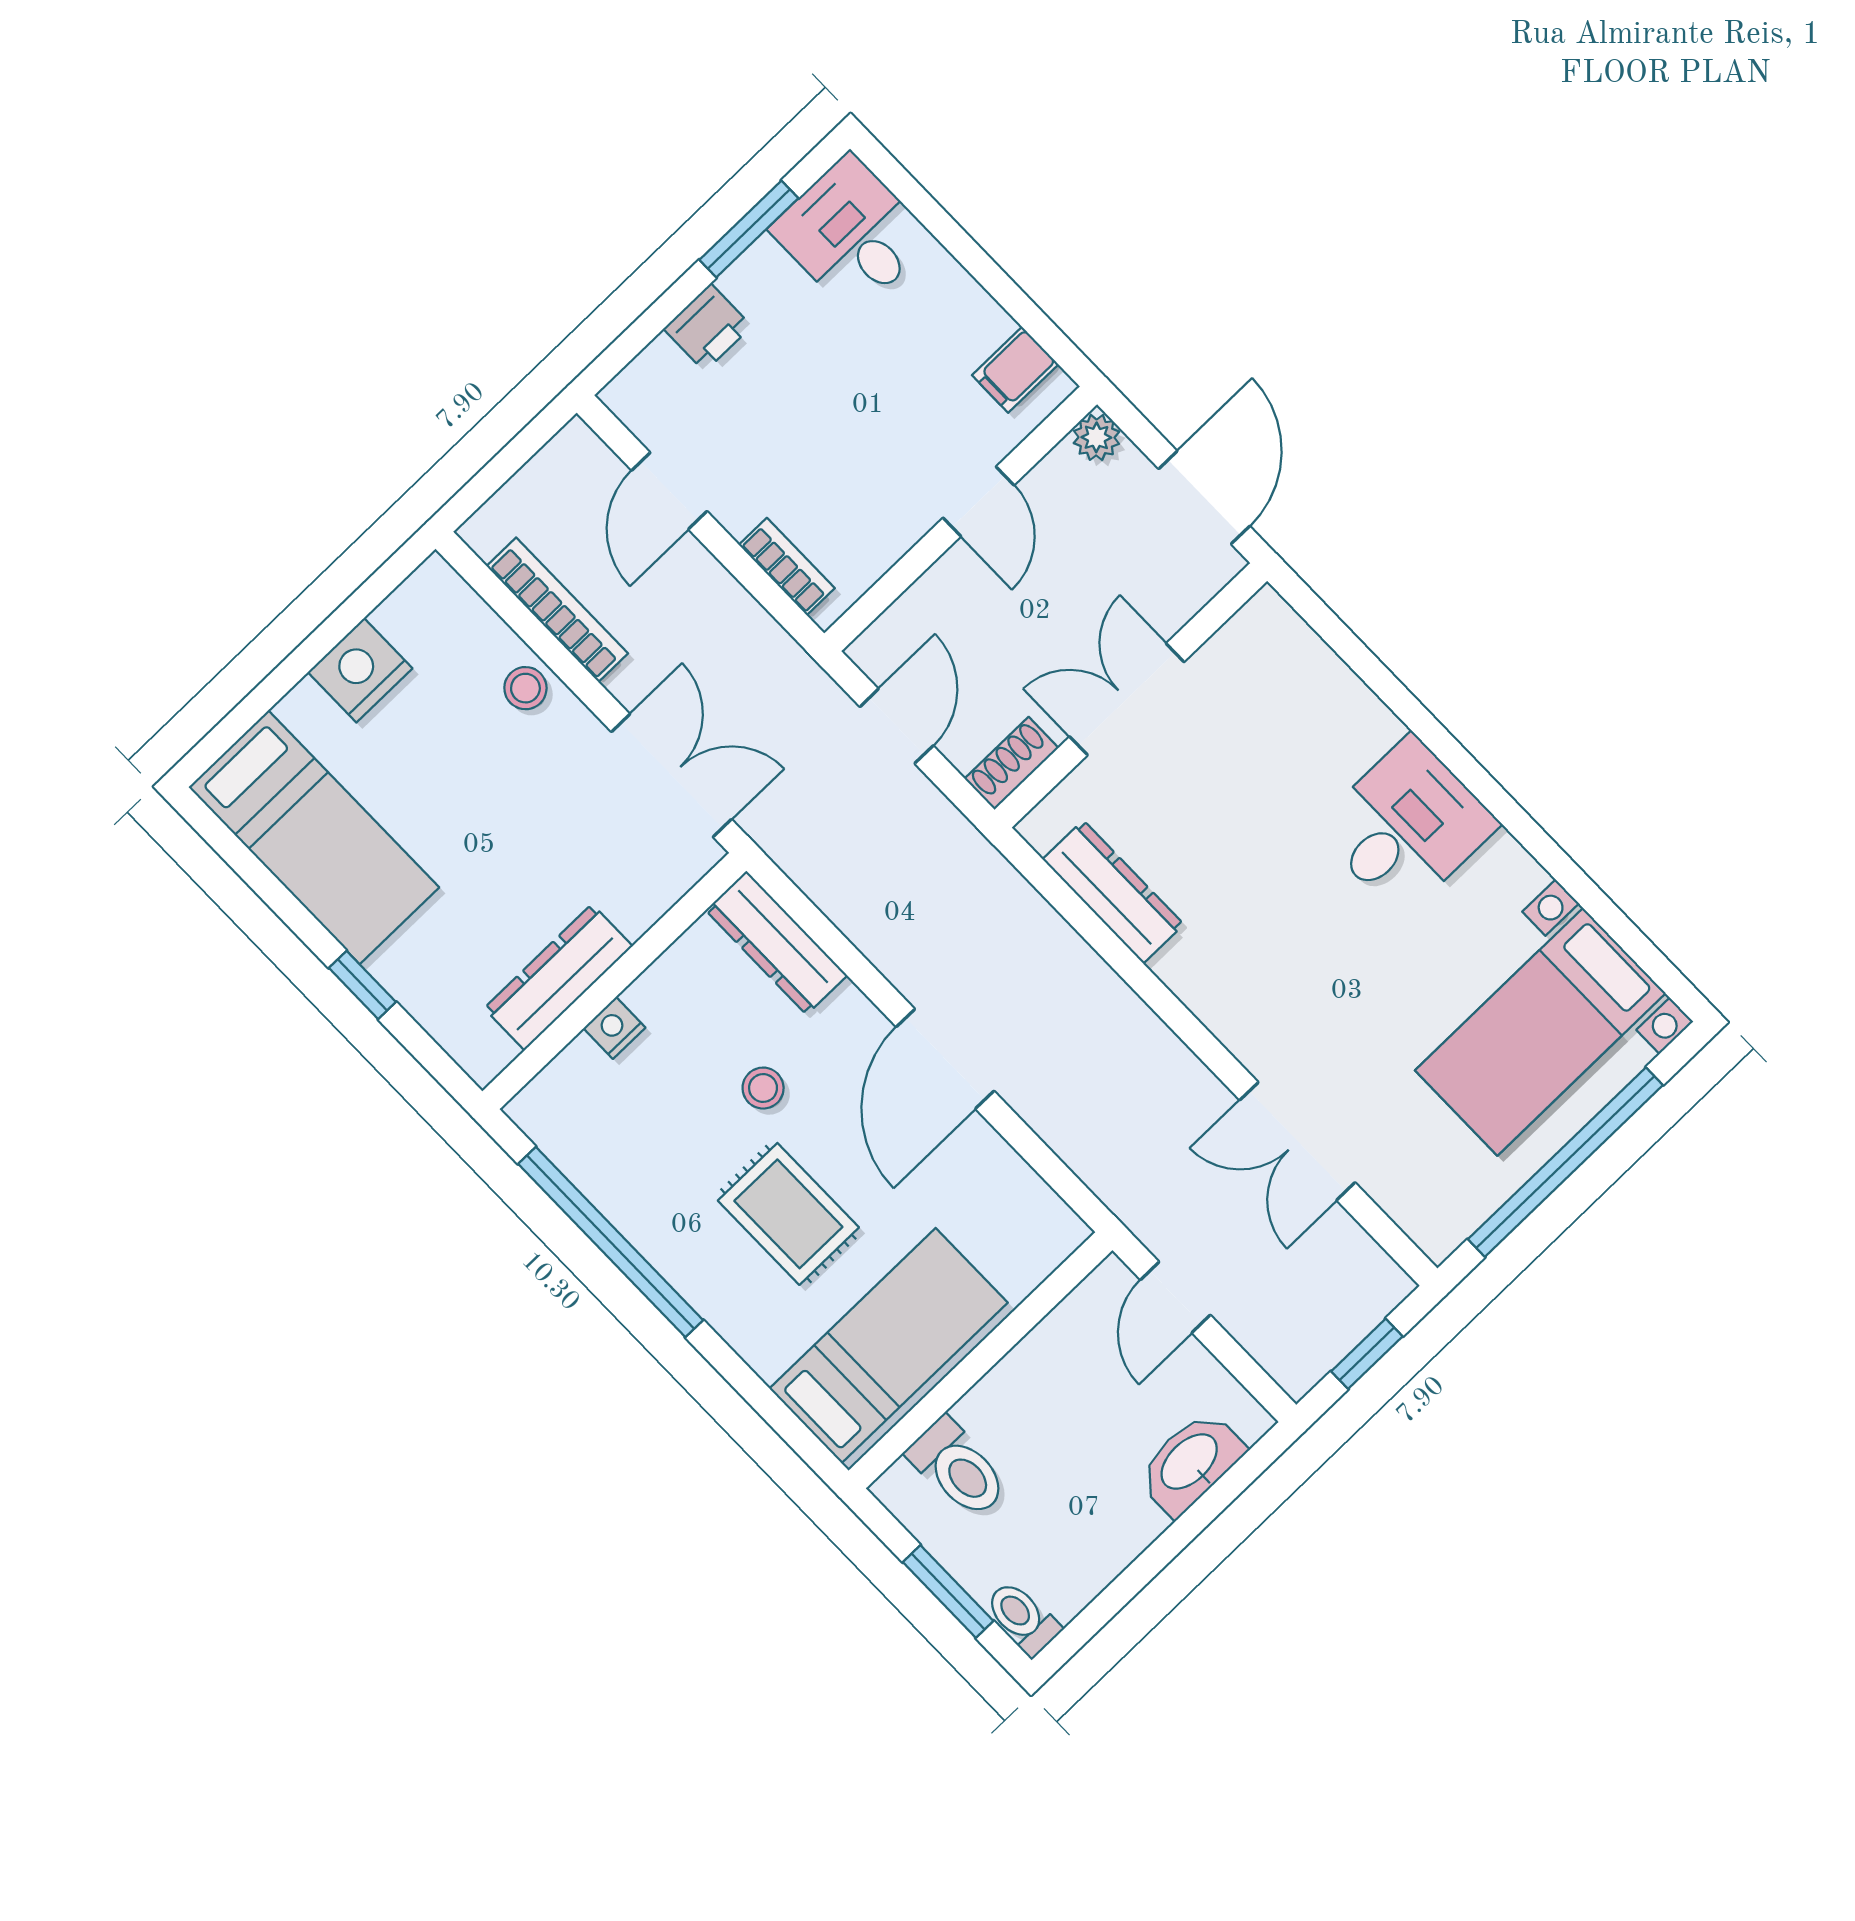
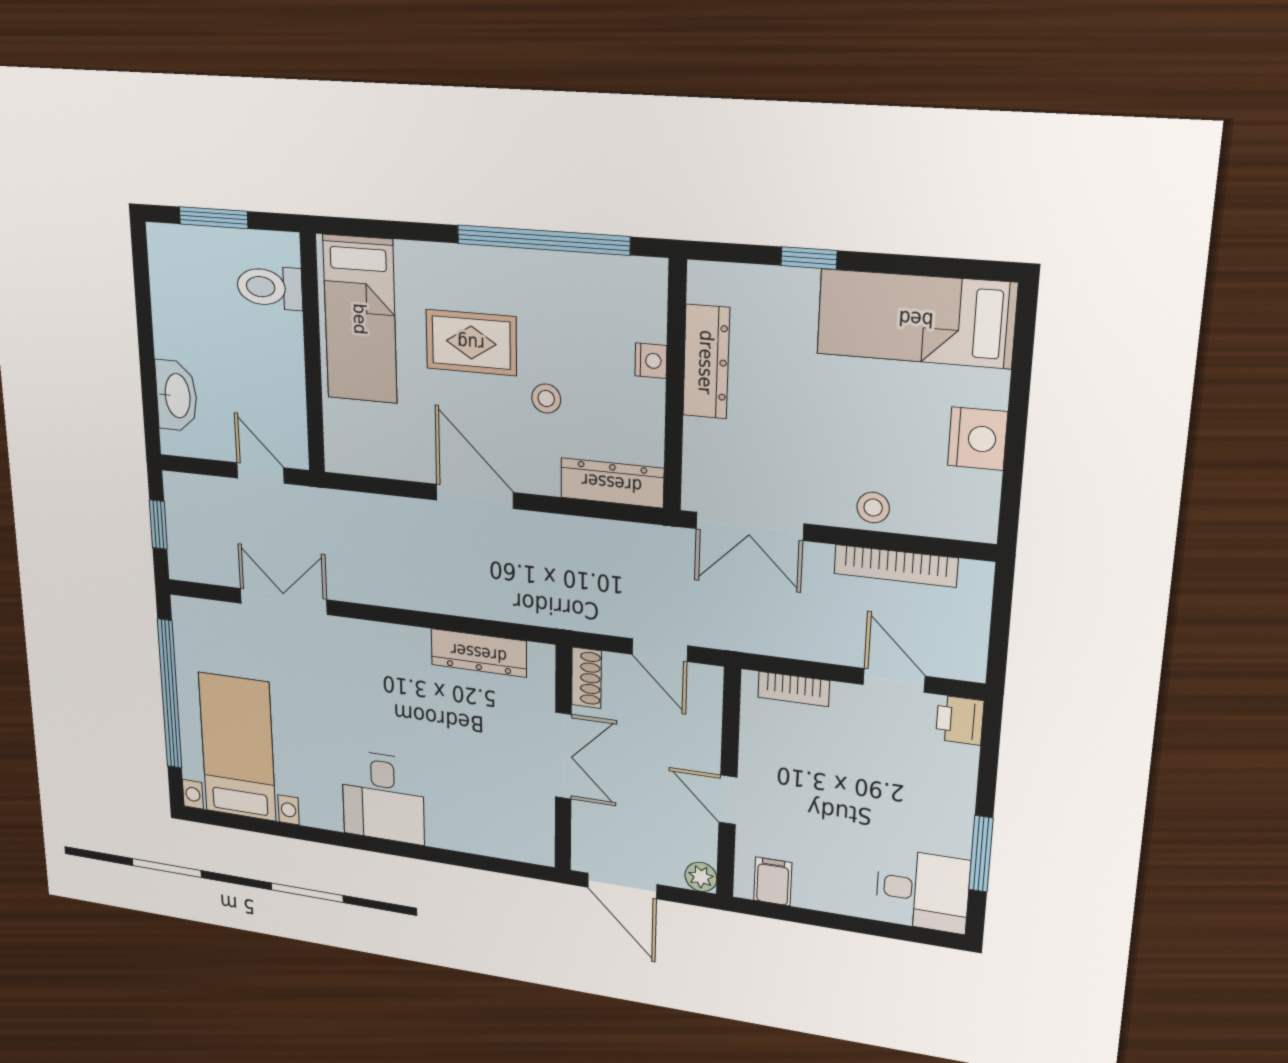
printer: (708, 327) -> (960, 720), moved
toilet: (1022, 1618) -> (170, 239), removed

